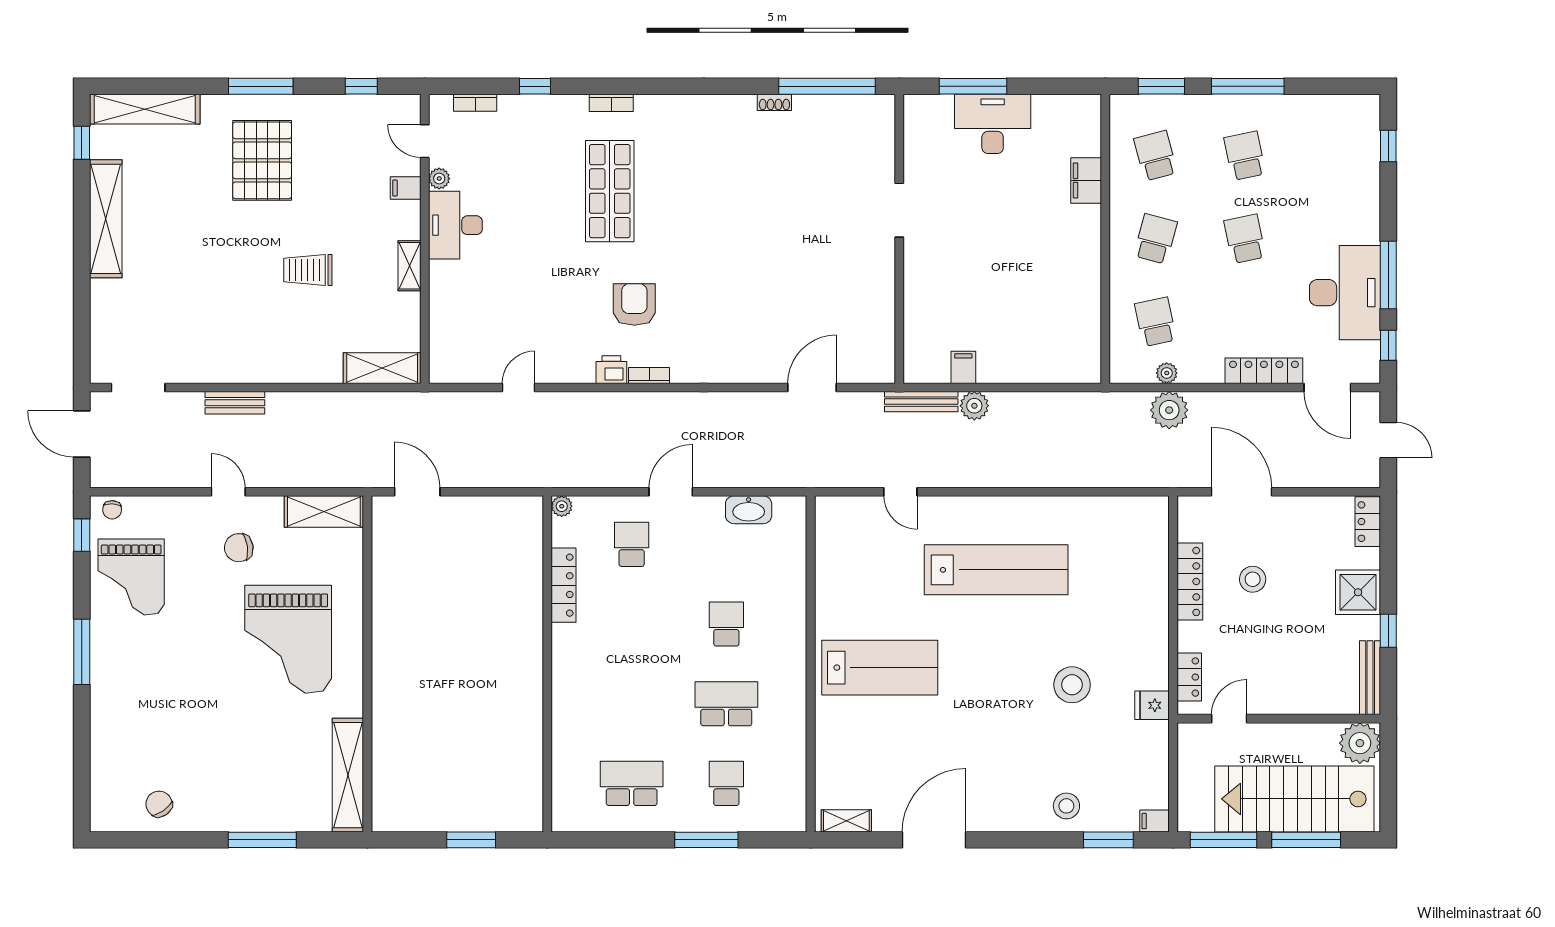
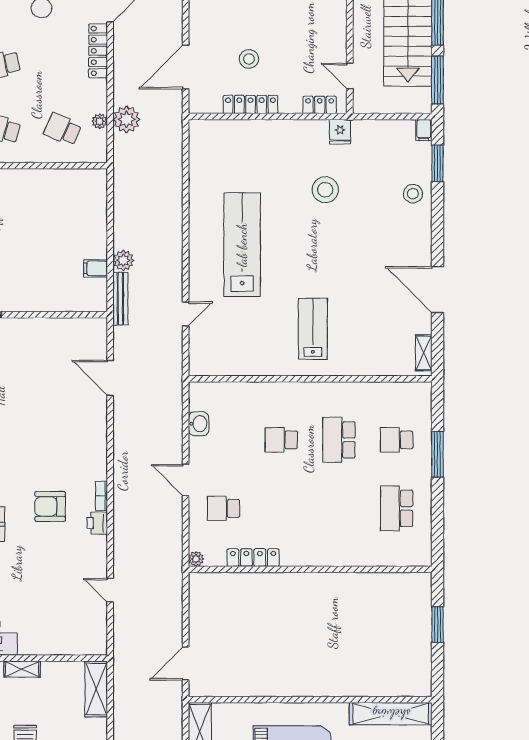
school desk: (1156, 322) -> (63, 129), turned 36
washbasin: (749, 510) -> (199, 424), width x0.72
lab bench: (880, 668) -> (313, 329), width x0.73, depth x0.72

